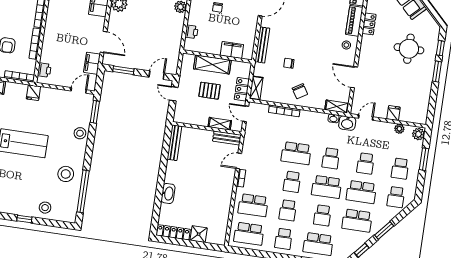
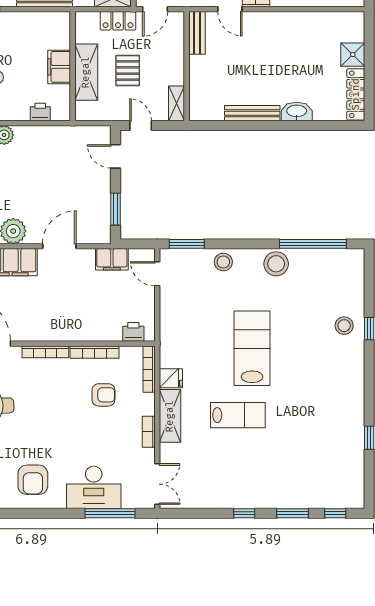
door: (104, 42) -> (59, 246), moved
filing cabinet: (232, 50) -> (59, 67), moved
fridge: (33, 93) -> (171, 378), moved
door: (174, 94) -> (141, 126), swing flipped
shelving: (220, 124) -> (177, 103), moved
bench: (174, 143) -> (252, 113), moved
stool: (66, 174) -> (276, 264), moved
stool: (45, 208) -> (344, 326), moved

